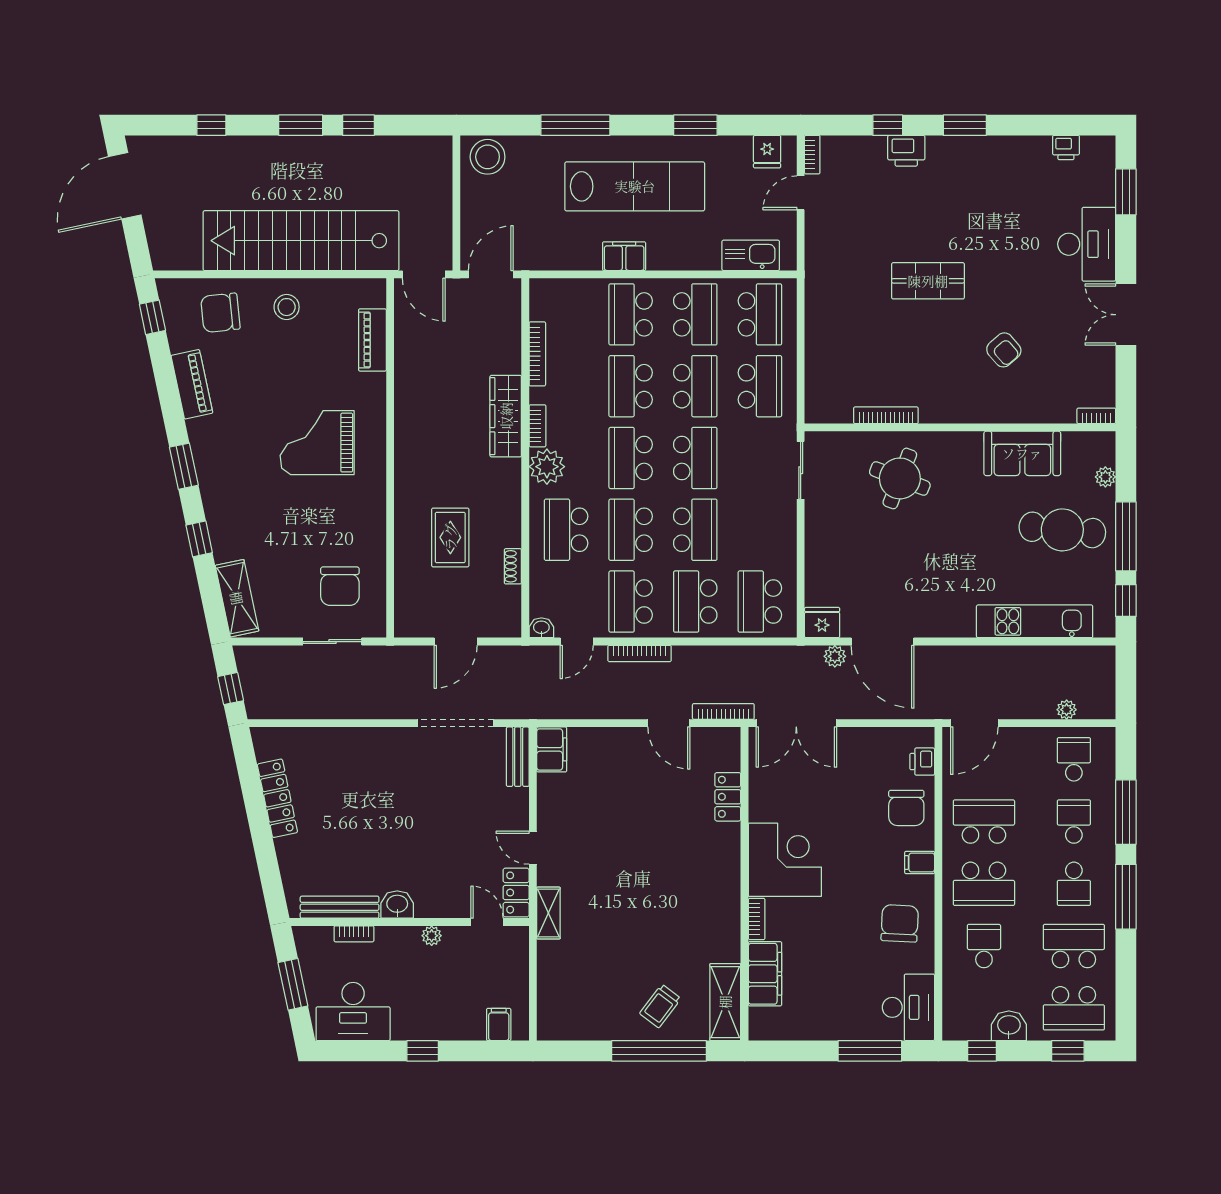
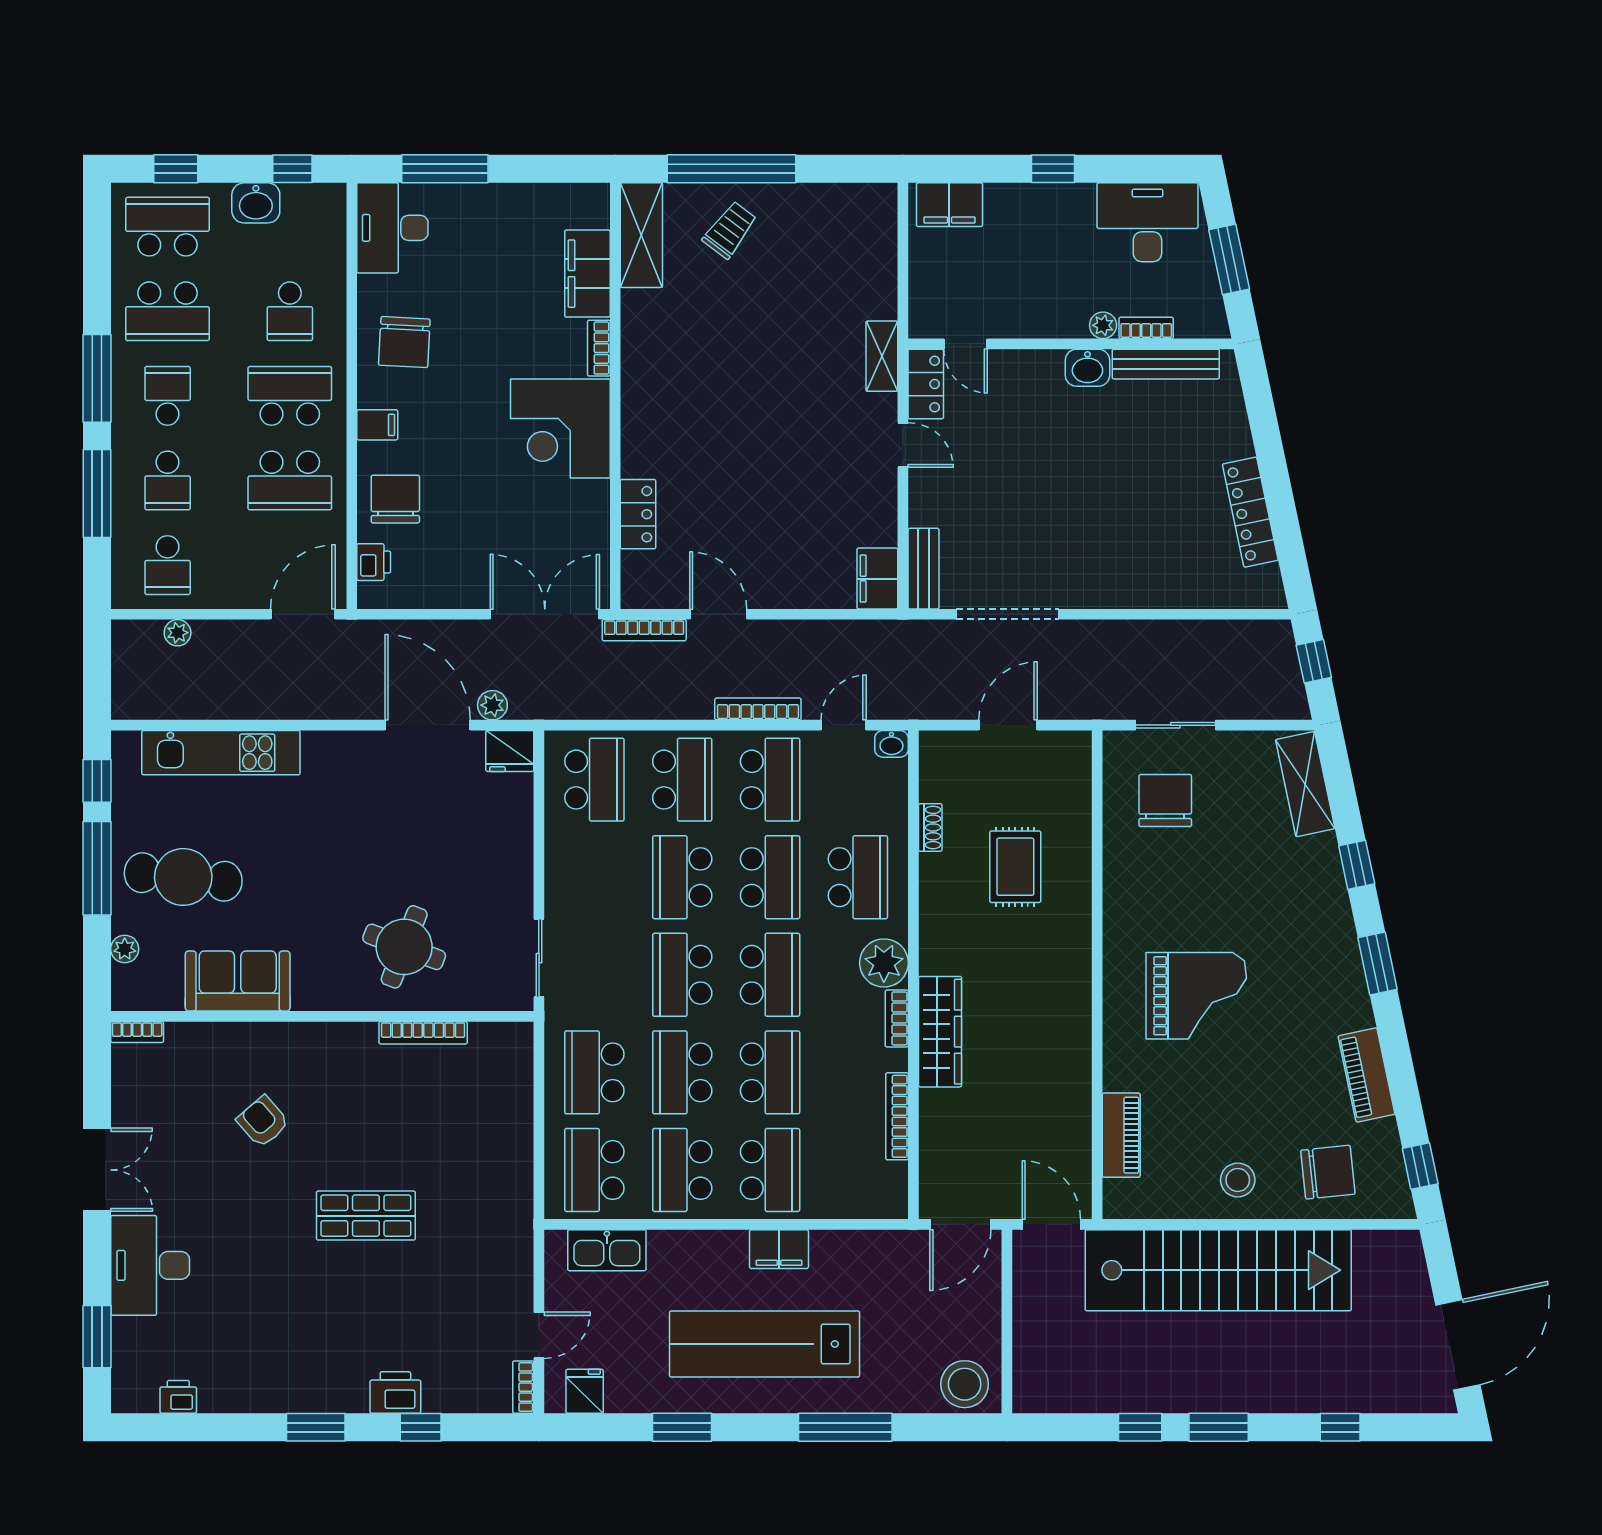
plant: (432, 936) -> (1103, 325), moved
filing cabinet: (499, 1024) -> (949, 205), width x2.00

